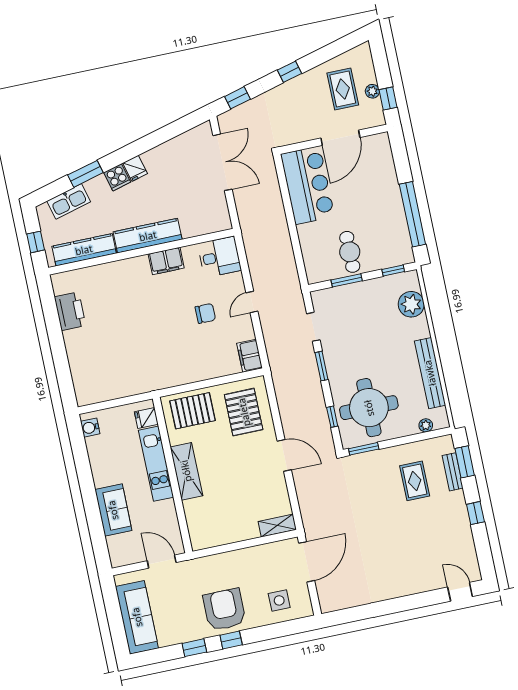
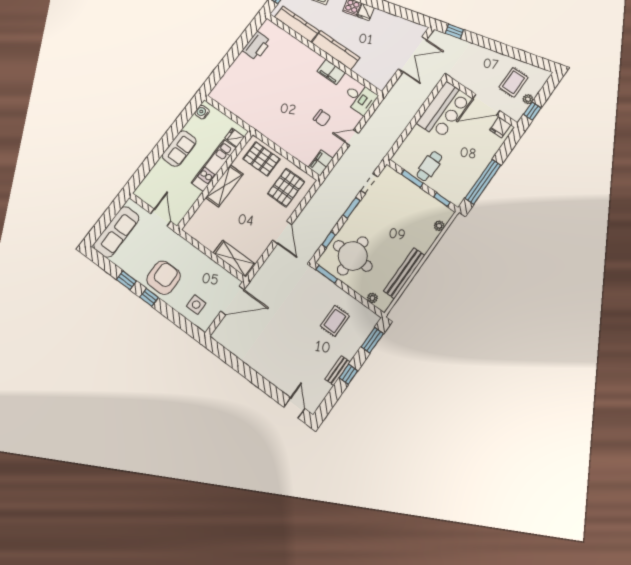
window: (290, 72) -> (495, 46), removed
fridge: (375, 146) -> (500, 127), added
plant: (411, 304) -> (439, 226), width x0.53, depth x0.53
bench: (453, 472) -> (338, 371), moved
sofa: (113, 510) -> (179, 149), moved
shelving: (277, 526) -> (234, 259), width x1.50, depth x1.33

